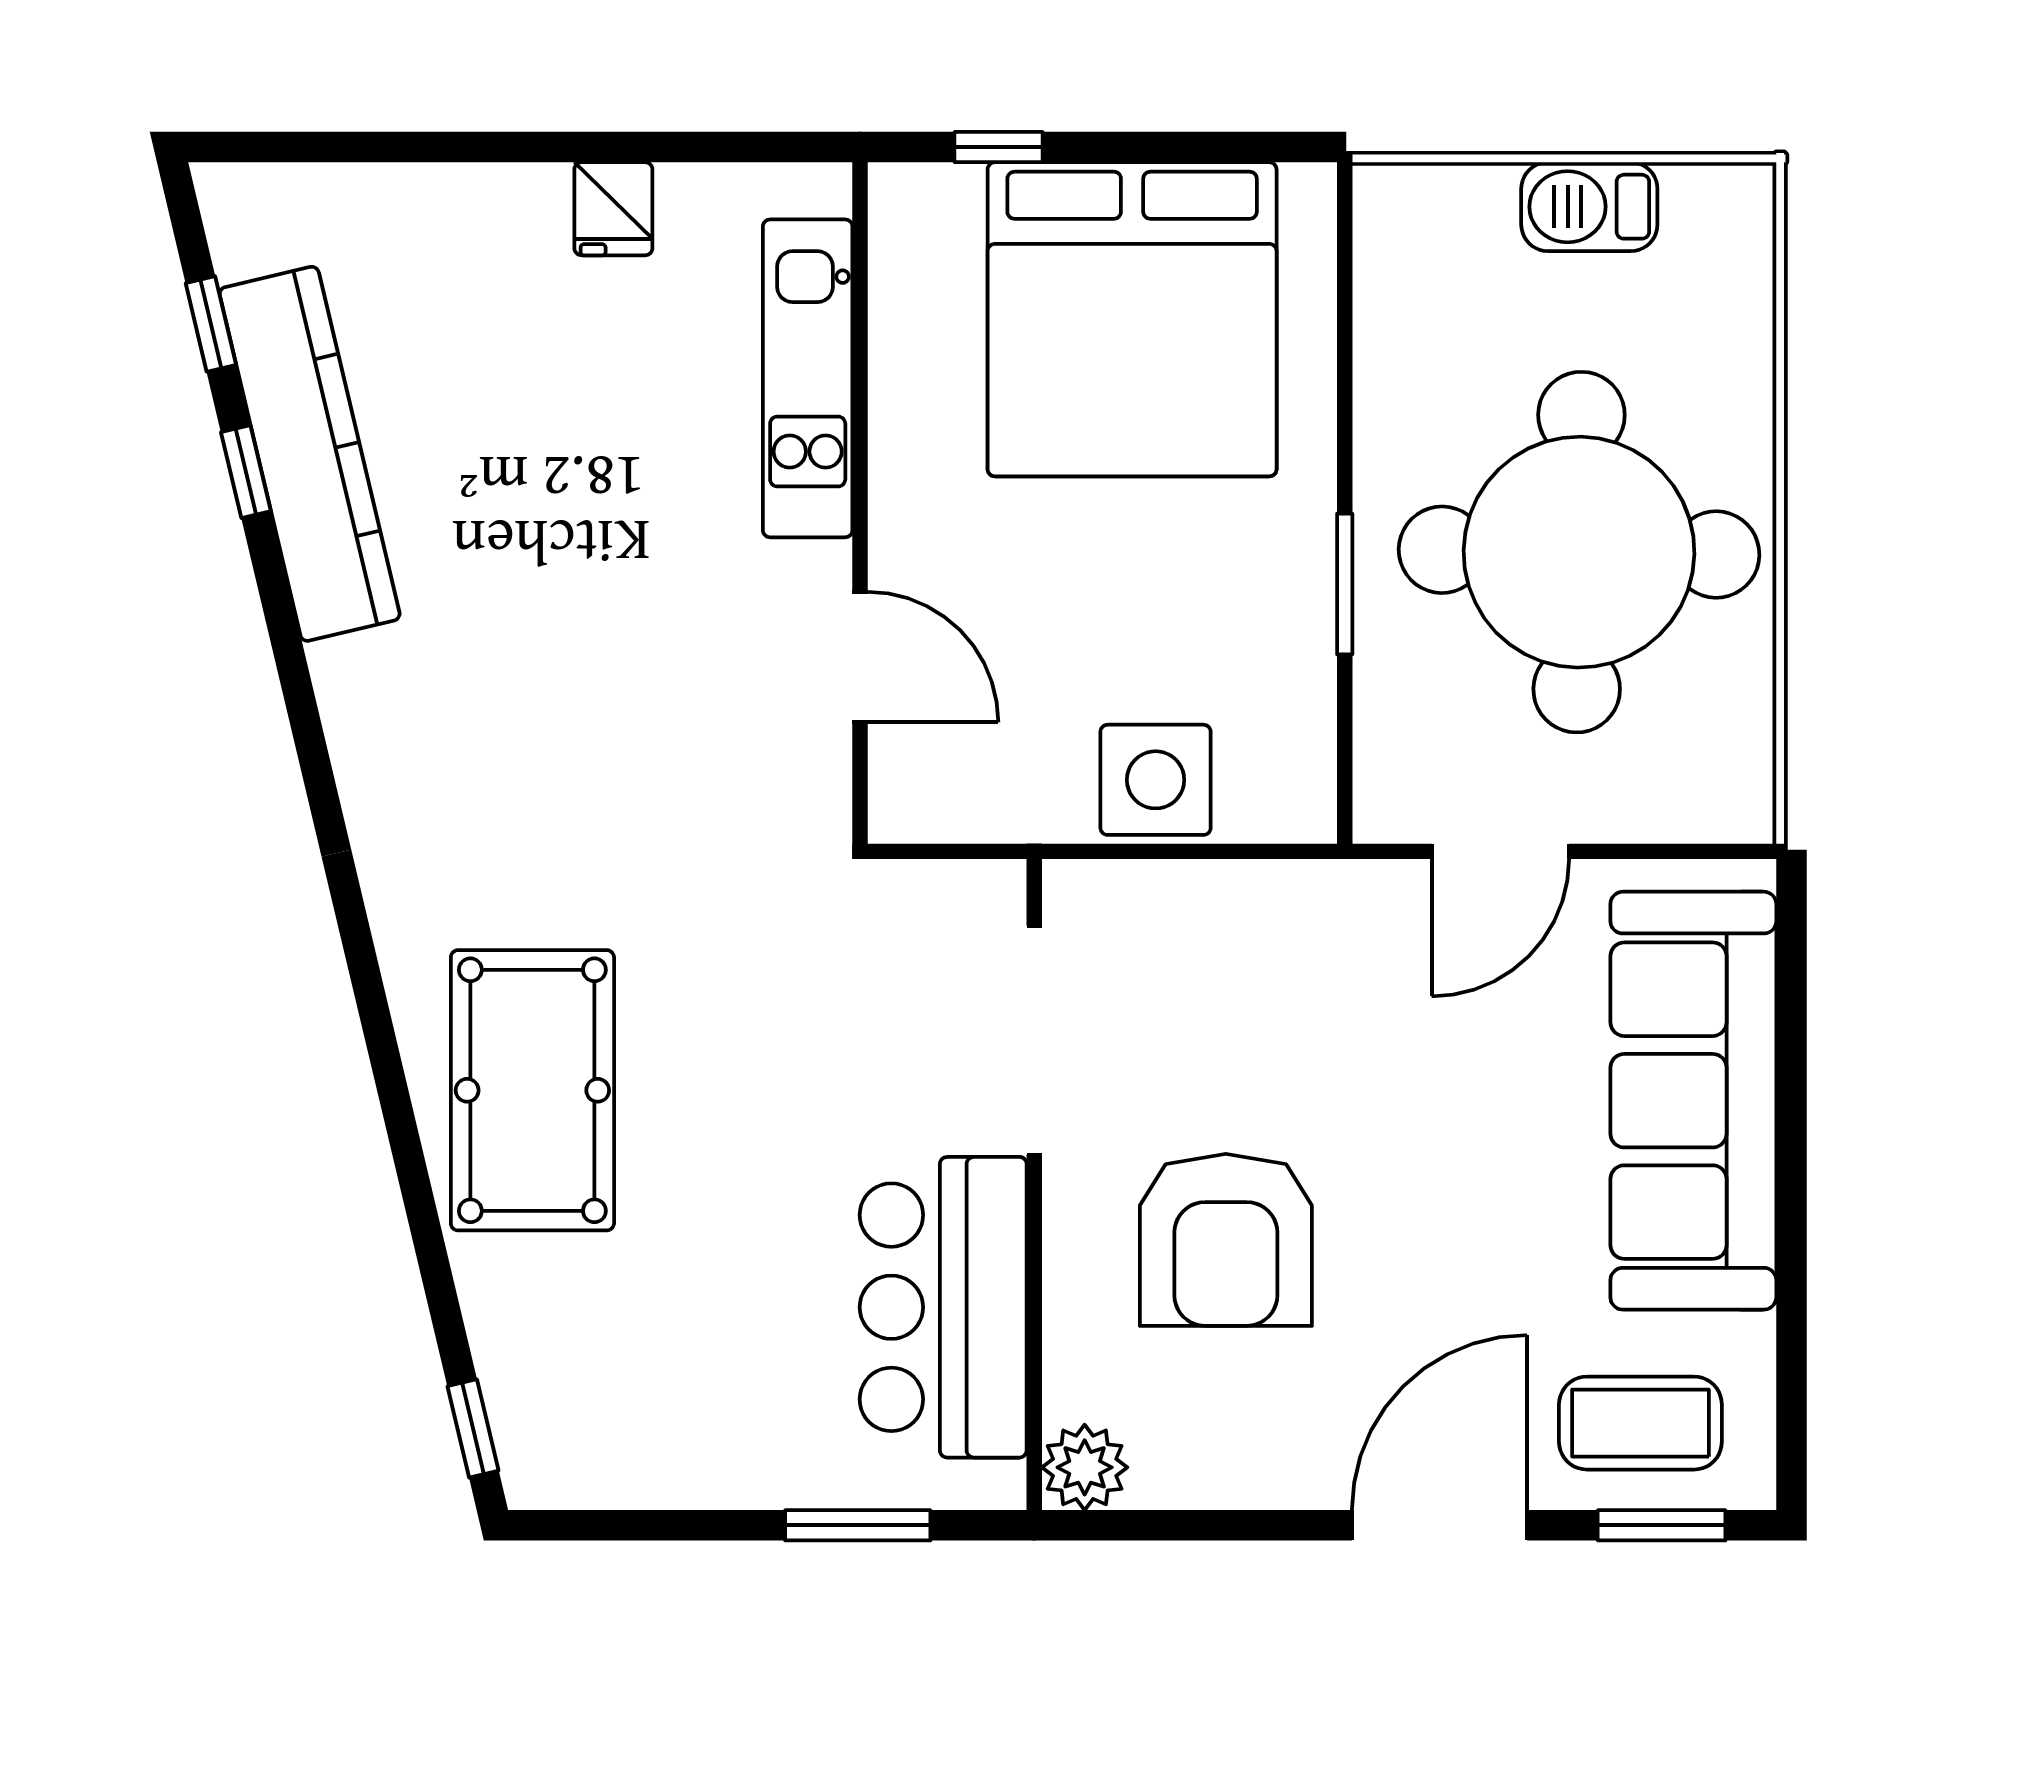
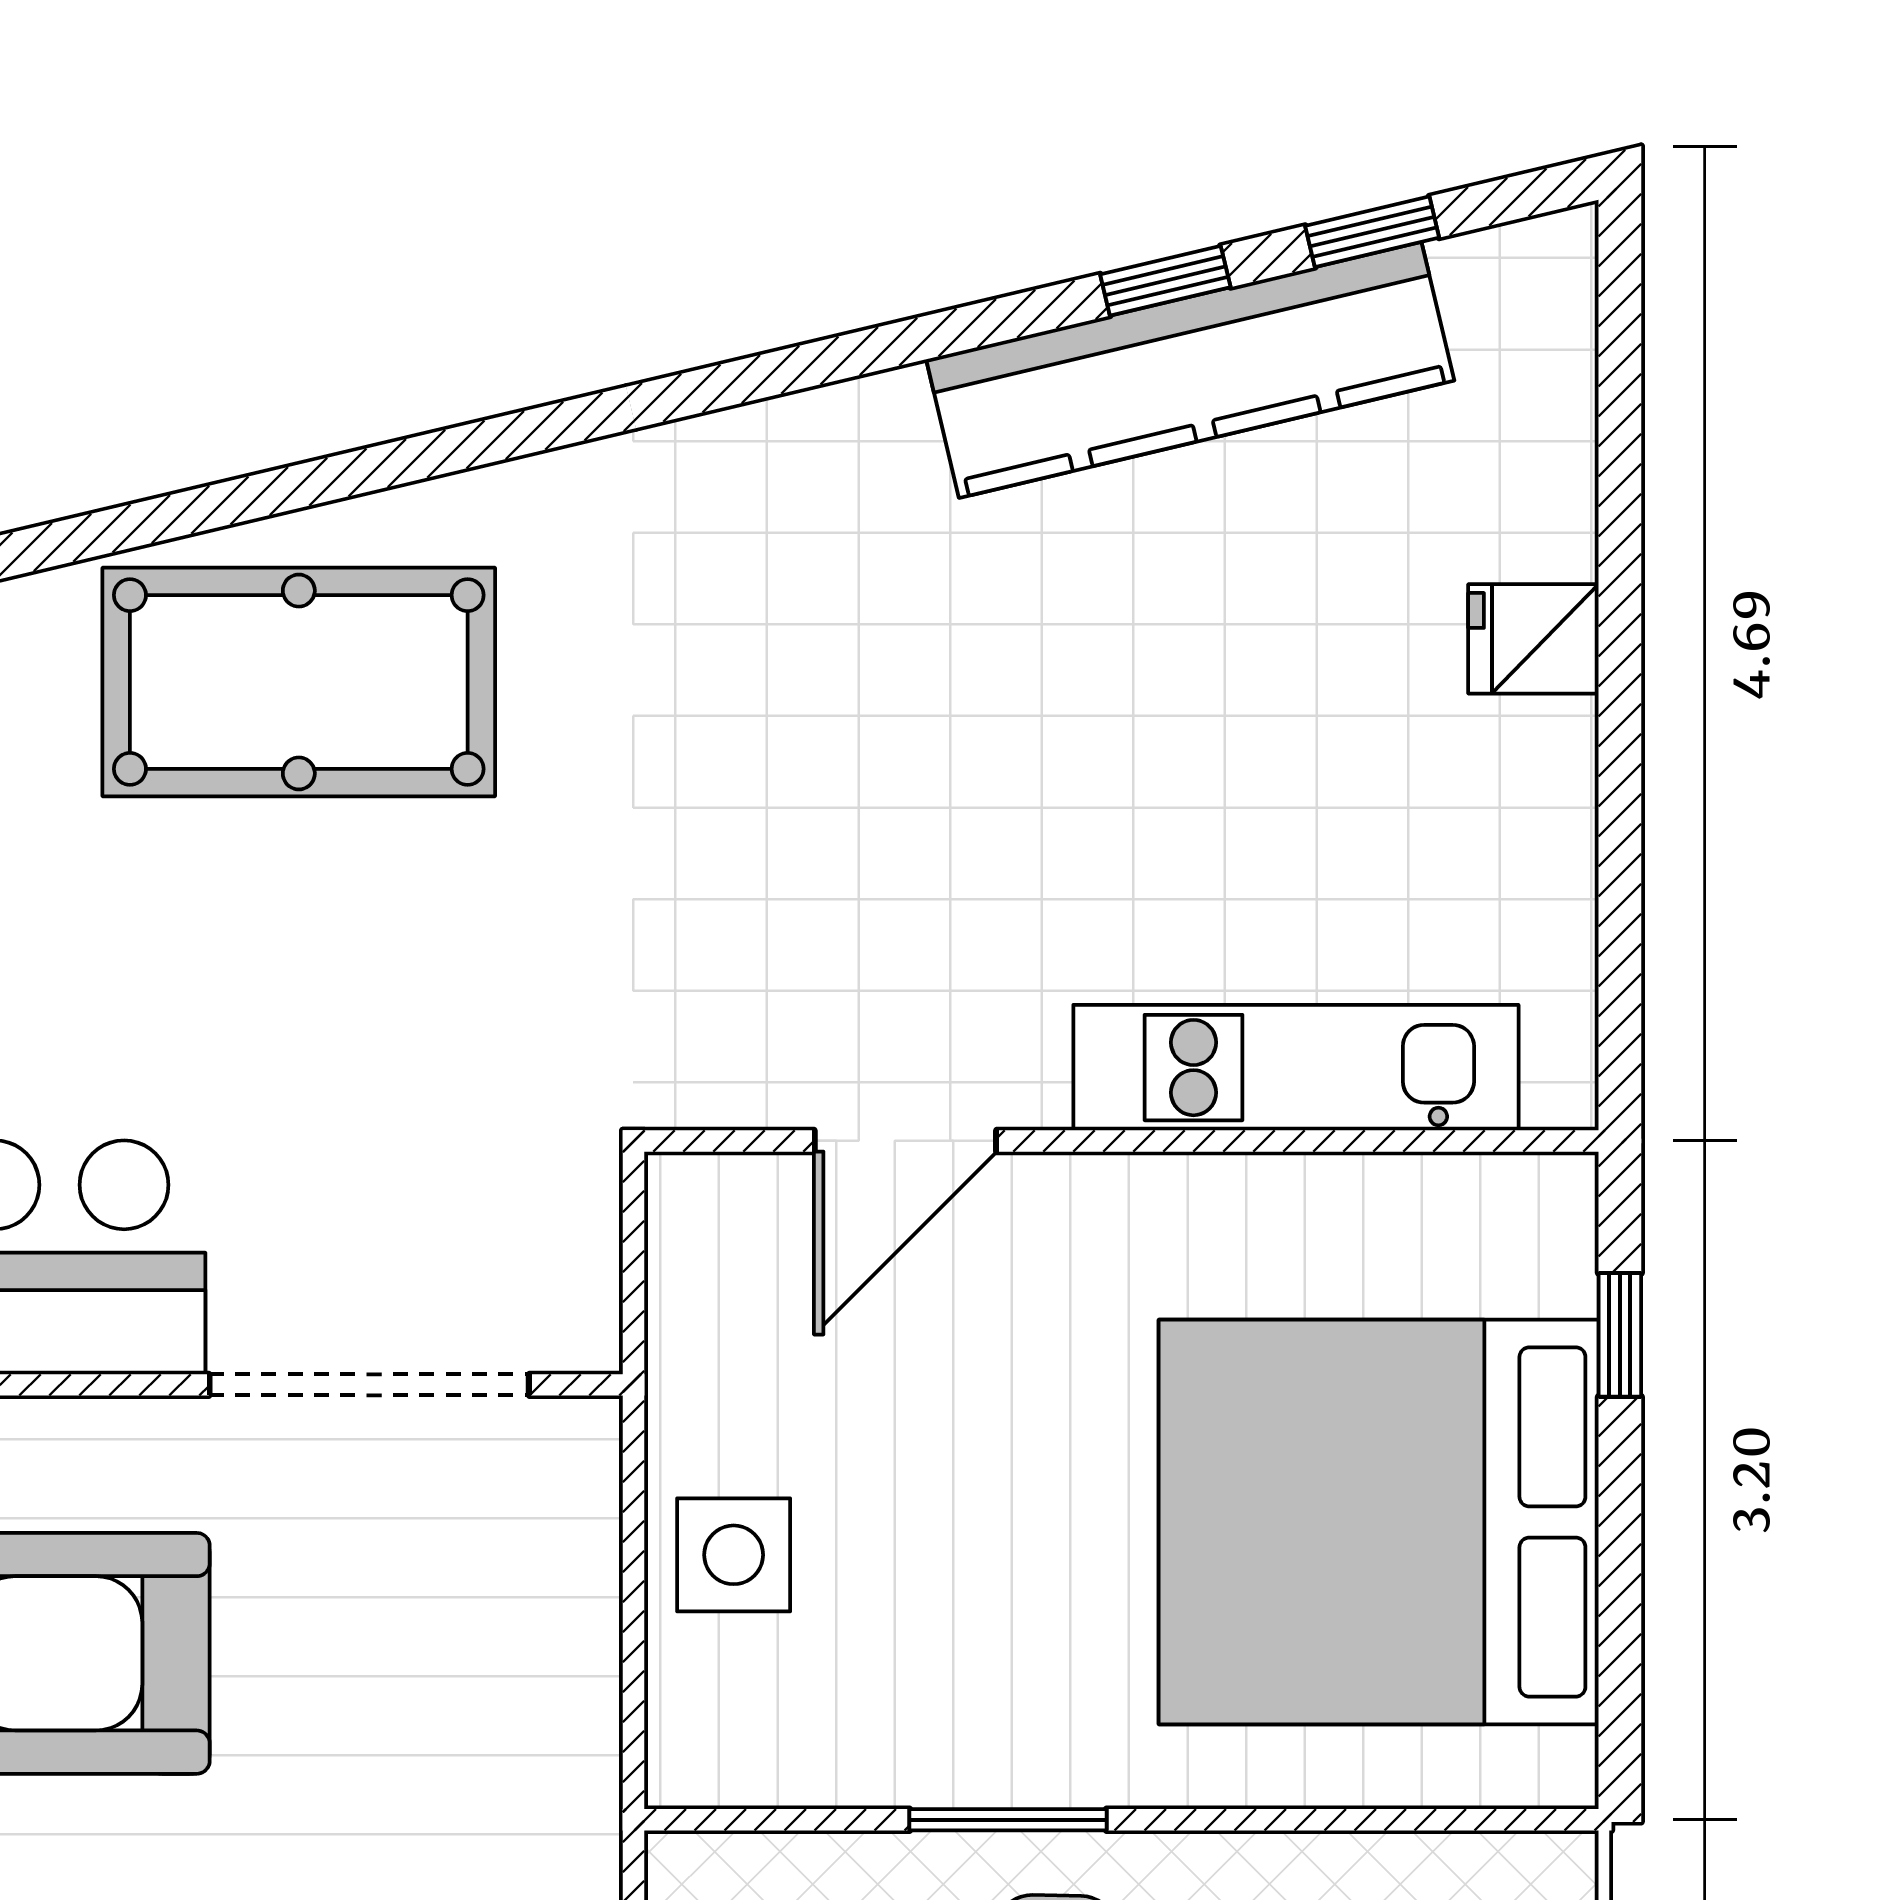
fridge: (613, 209) -> (1533, 639), moved
side table: (1156, 780) -> (734, 1555), width x0.73, depth x0.73

